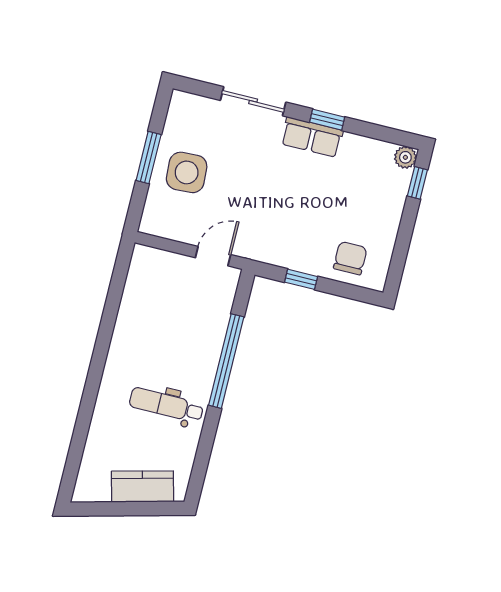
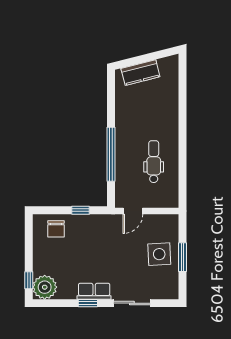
plant: (405, 157) -> (45, 287), width x1.88, depth x1.88
dental chair: (166, 405) -> (154, 162), moved, turned -90

